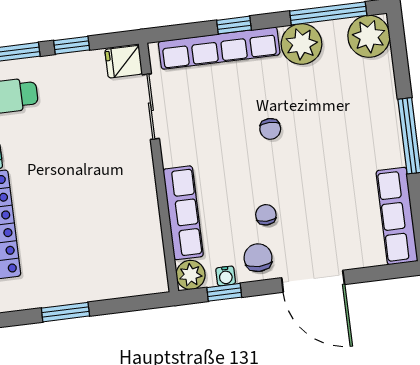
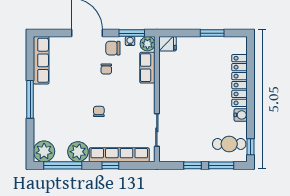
fridge: (124, 62) -> (168, 44), moved
row of seats: (183, 213) -> (147, 68), width x0.68
chair: (258, 258) -> (113, 48), turned 90
window: (224, 292) -> (132, 33), width x1.50

